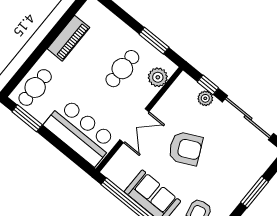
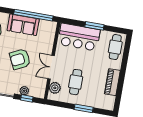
window: (154, 41) -> (84, 108), moved
window: (27, 118) -> (94, 26), moved
double door: (134, 126) -> (51, 67), moved

